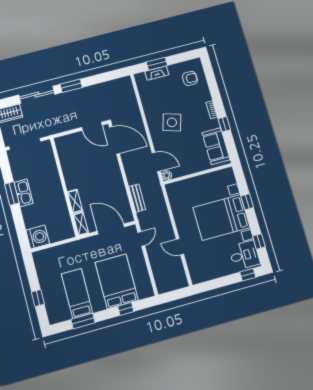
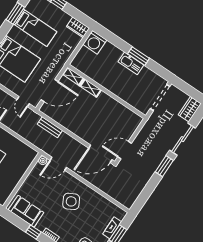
side table: (172, 122) -> (71, 201), turned 45
wardrobe: (41, 262) -> (78, 27), added

